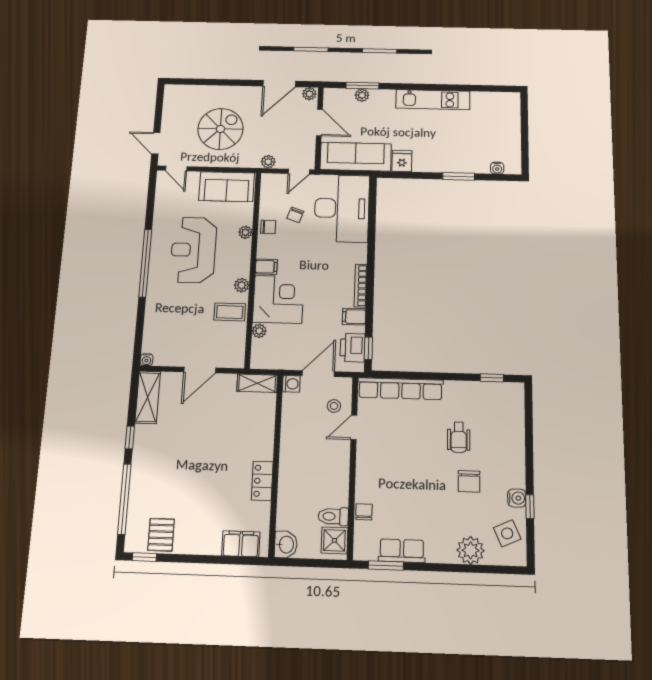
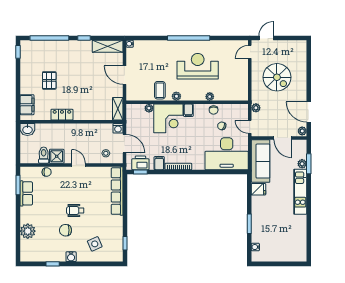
kitchen unit: (433, 100) -> (300, 192), moved
door: (319, 122) -> (283, 138), hinge flipped
sofa: (227, 187) -> (239, 83), removed
door: (354, 427) -> (78, 165), moved
wheelchair: (459, 437) -> (75, 211), moved
water cooler: (517, 498) -> (71, 257), moved
side table: (507, 533) -> (95, 244), moved
pallet: (161, 535) -> (49, 80), moved, turned 90
shower: (334, 540) -> (57, 156), moved

